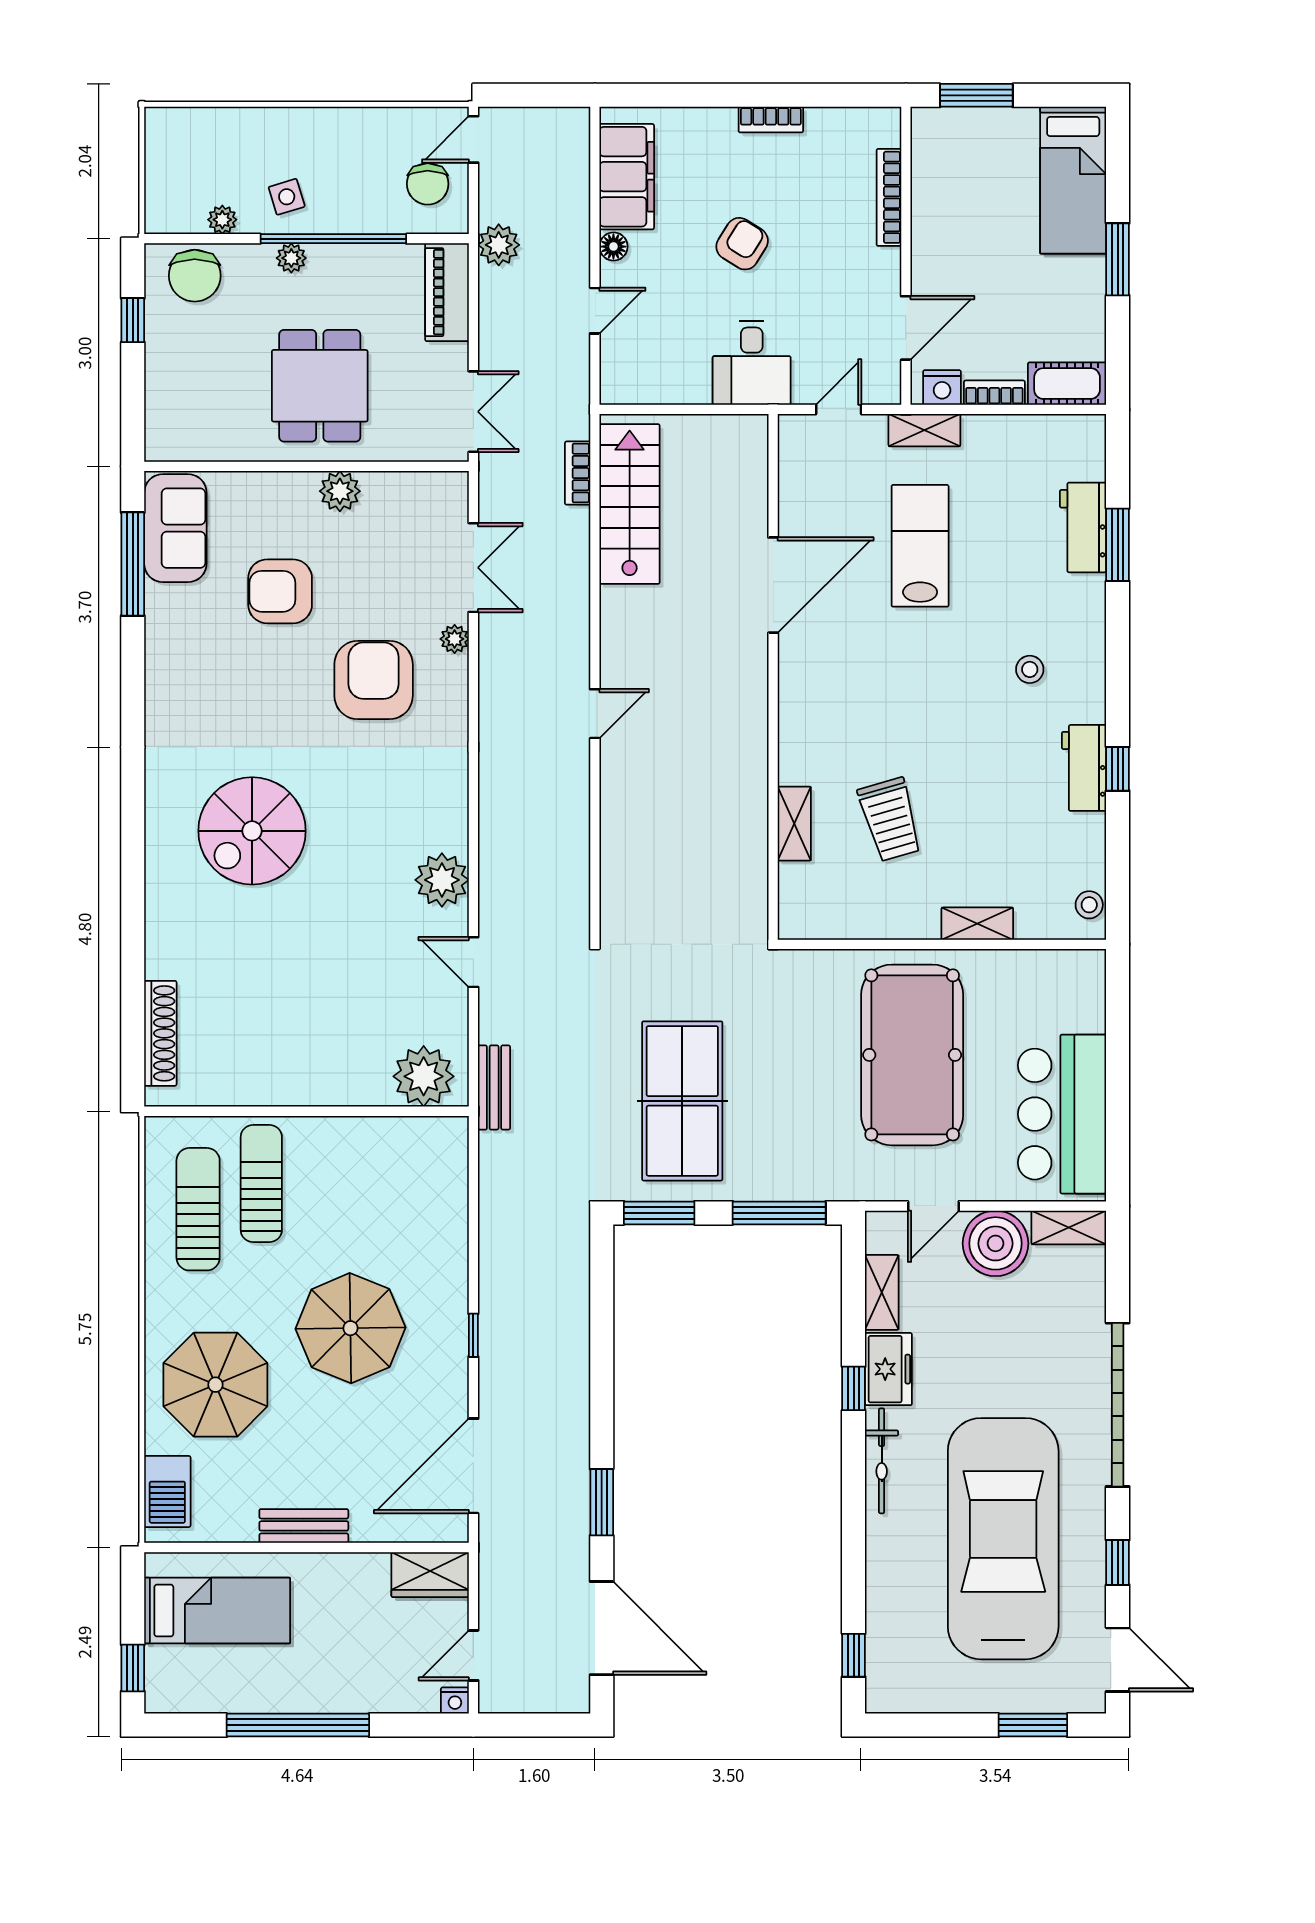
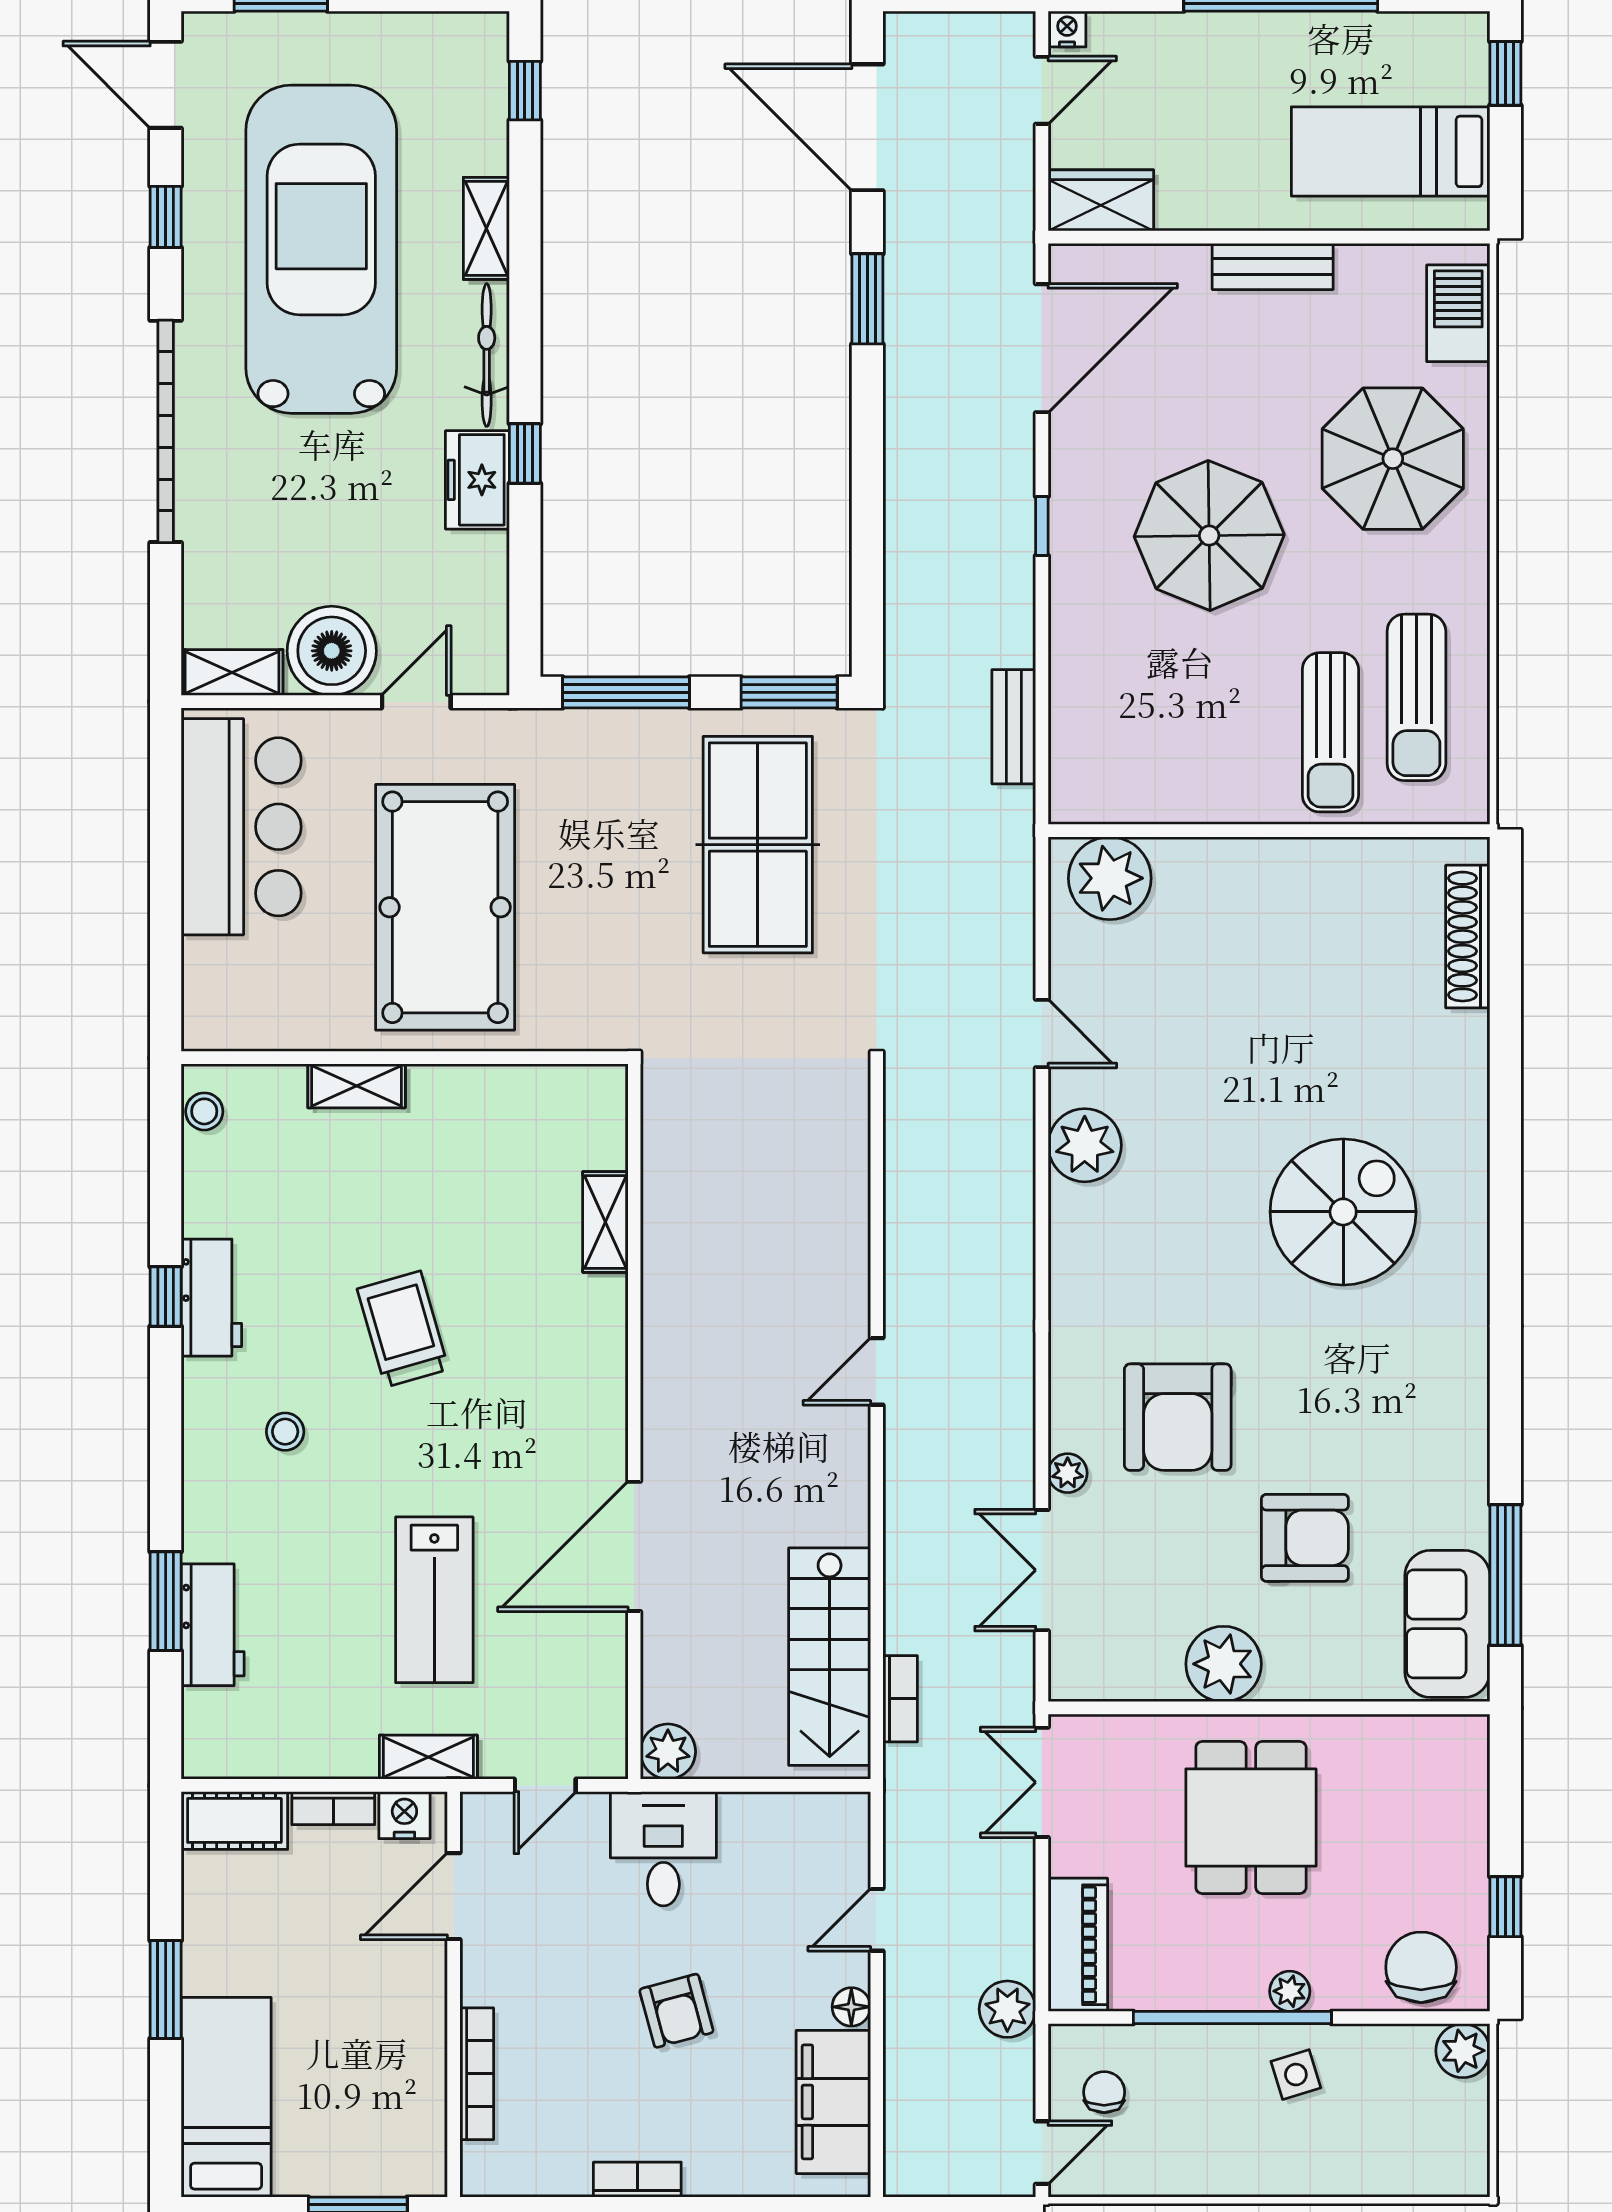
chair: (428, 184) -> (1104, 2092), width x0.73, depth x0.73
plant: (222, 220) -> (1463, 2051), moved, width x1.38, depth x1.38
armchair: (742, 244) -> (676, 2011), turned -47
plant: (748, 434) -> (668, 1752), added
plant: (340, 491) -> (1224, 1664), width x1.36, depth x1.36
trolley: (890, 819) -> (403, 1329), moved
bench: (494, 1087) -> (1014, 727), moved
shelving: (882, 1292) -> (486, 228), moved
car: (1003, 1539) -> (321, 249), turned 180

